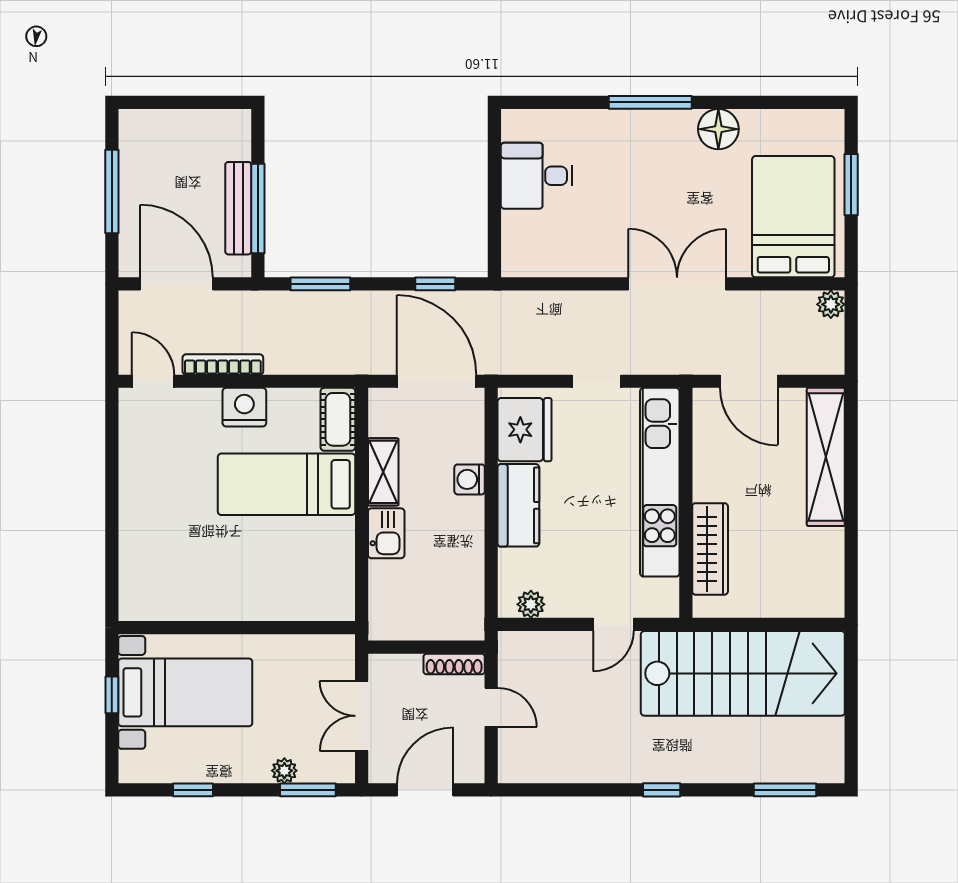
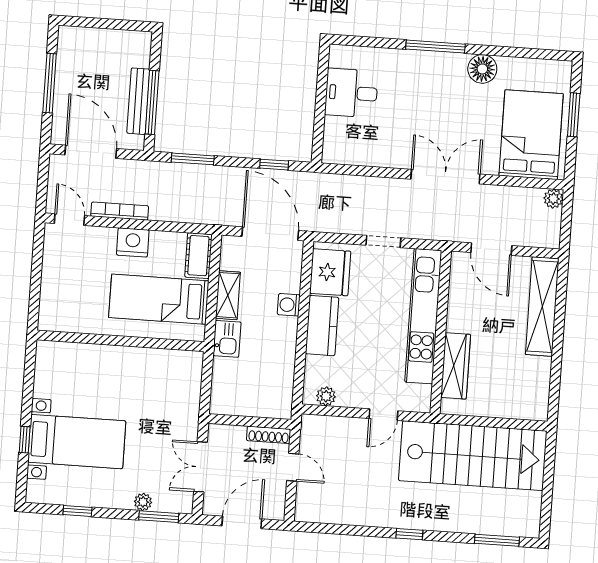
wall: (237, 628) -> (120, 341), moved

